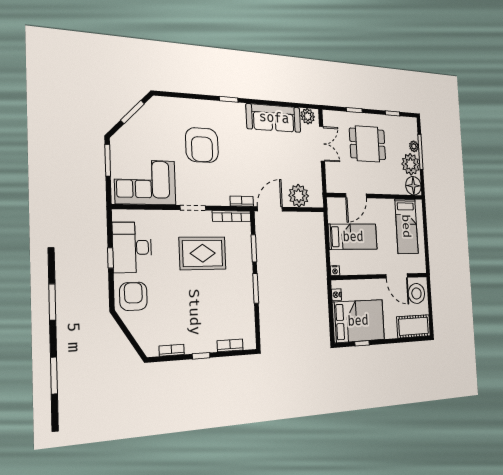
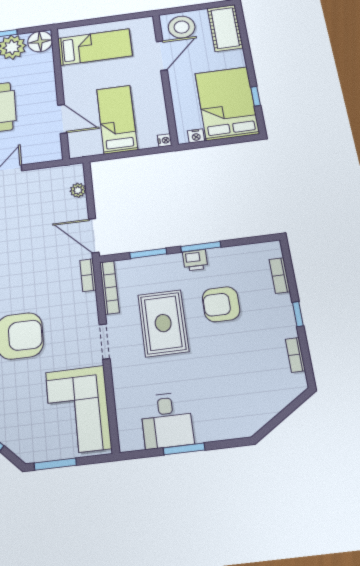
plant: (299, 196) -> (78, 190), width x0.53, depth x0.53
desk: (132, 247) -> (167, 420), width x0.73
window: (110, 258) -> (184, 449), width x1.50
printer: (246, 283) -> (195, 260), added
armchair: (133, 296) -> (221, 304), moved

